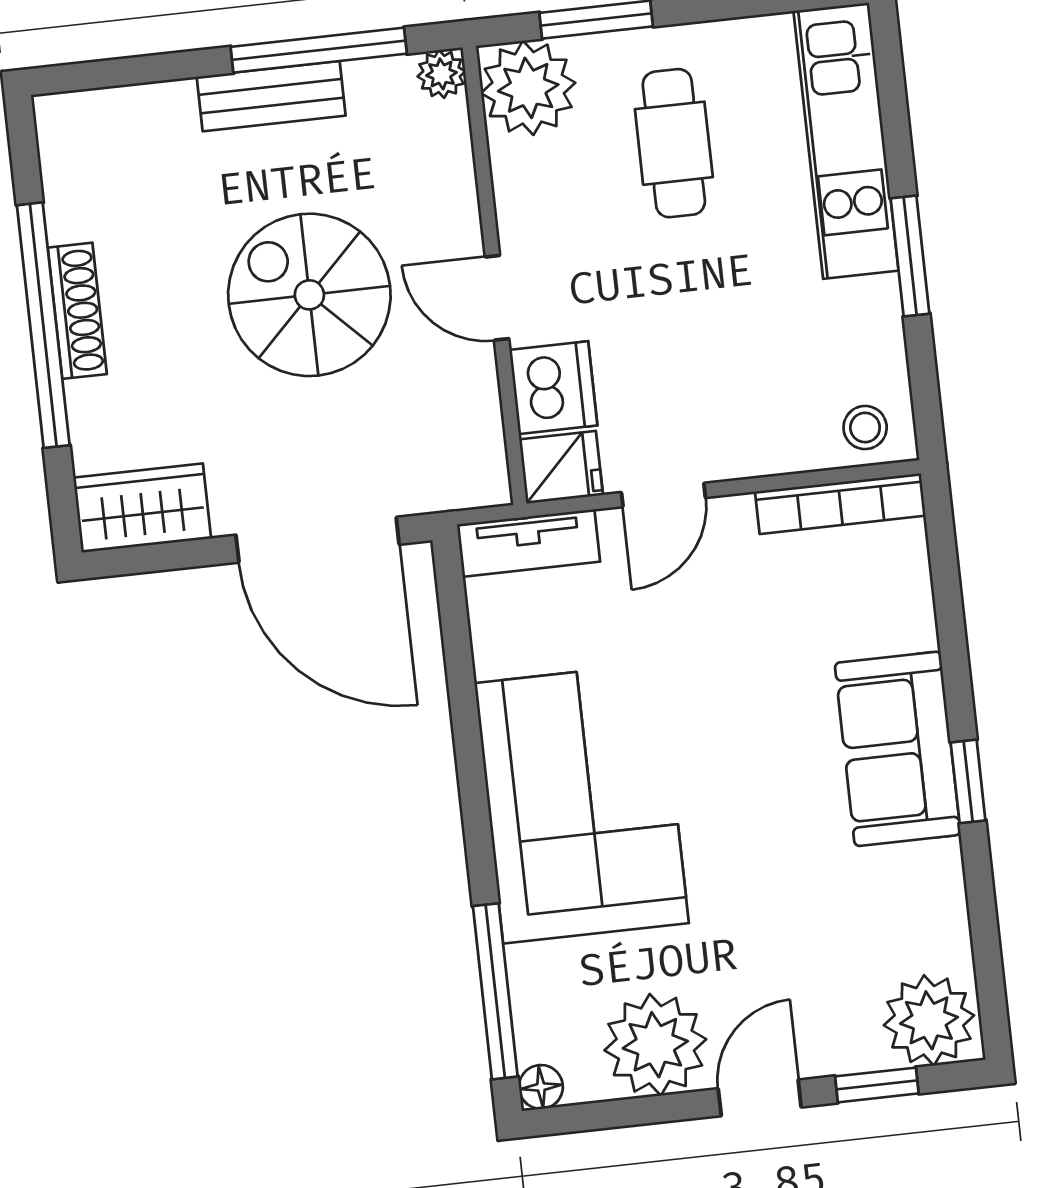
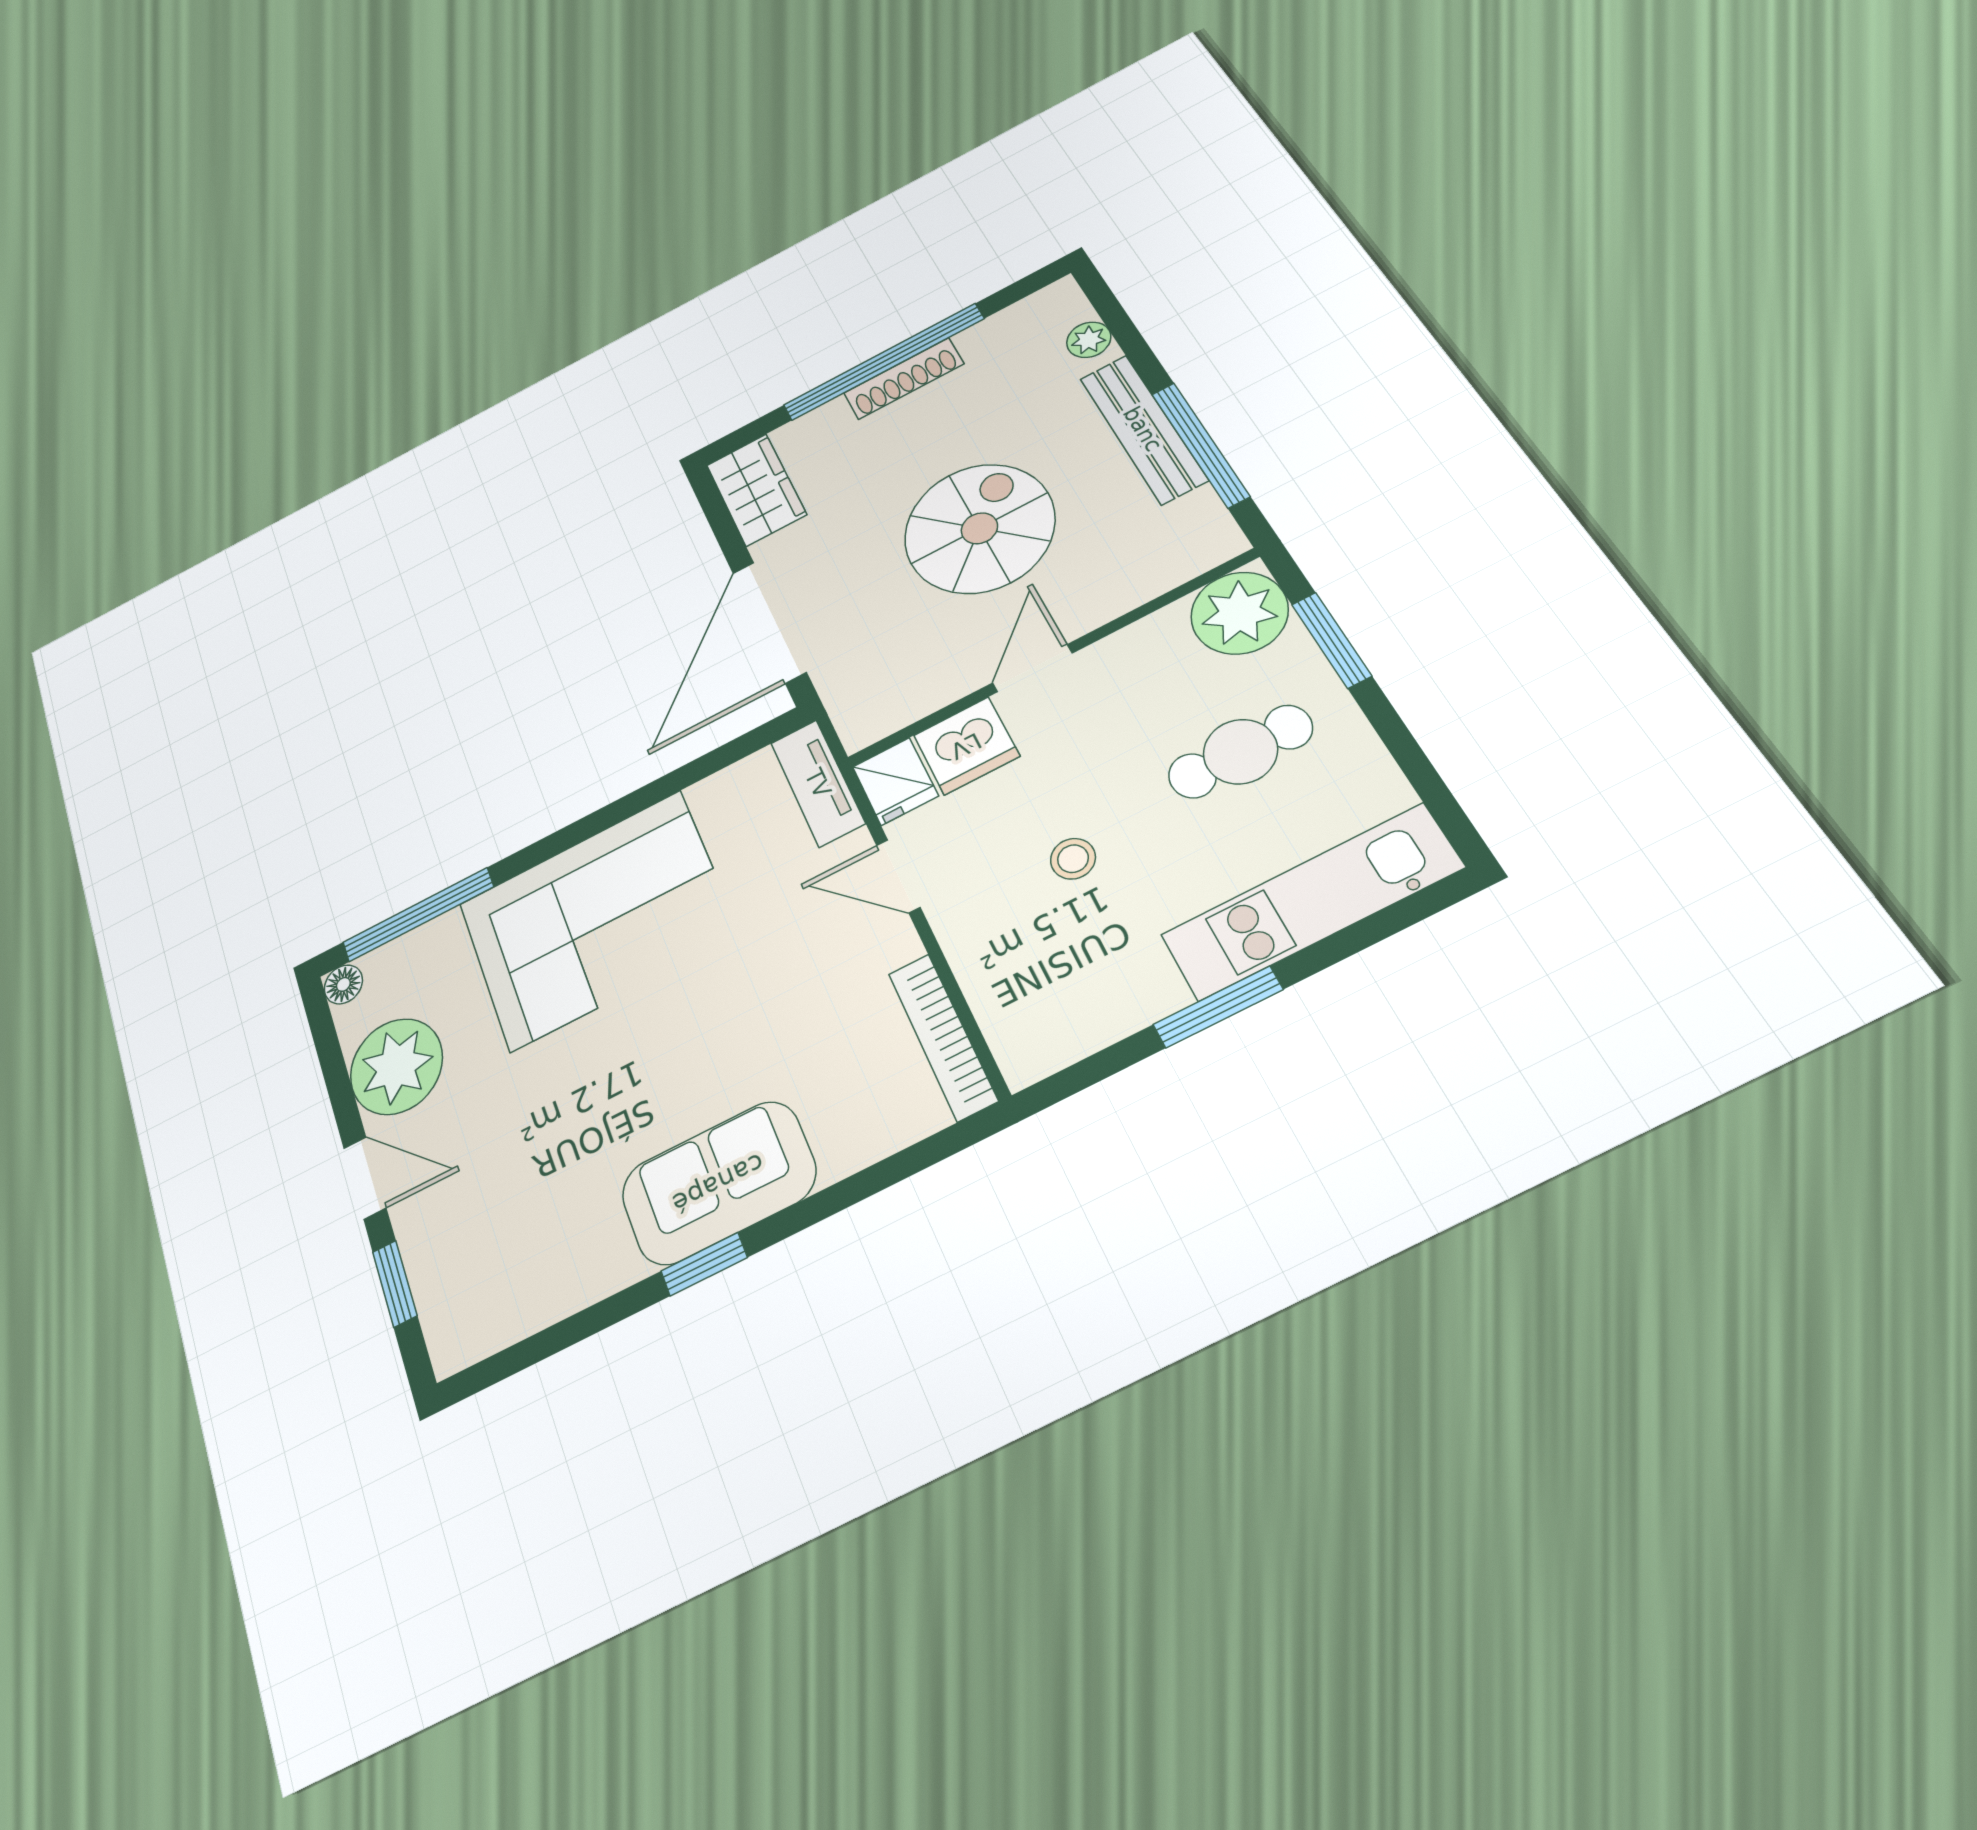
plant: (441, 74) -> (1089, 340), moved
bench: (271, 96) -> (1143, 429), width x1.36
stool: (865, 428) -> (1073, 859), moved
plant: (929, 1020) -> (464, 1312), removed

